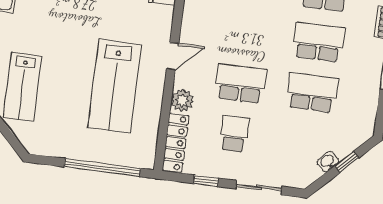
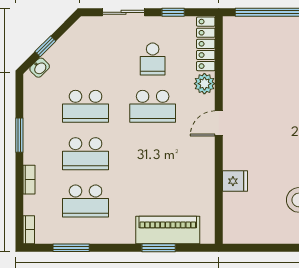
lab bench: (114, 86) -> (269, 89), removed
washbasin: (328, 162) -> (40, 68), moved

